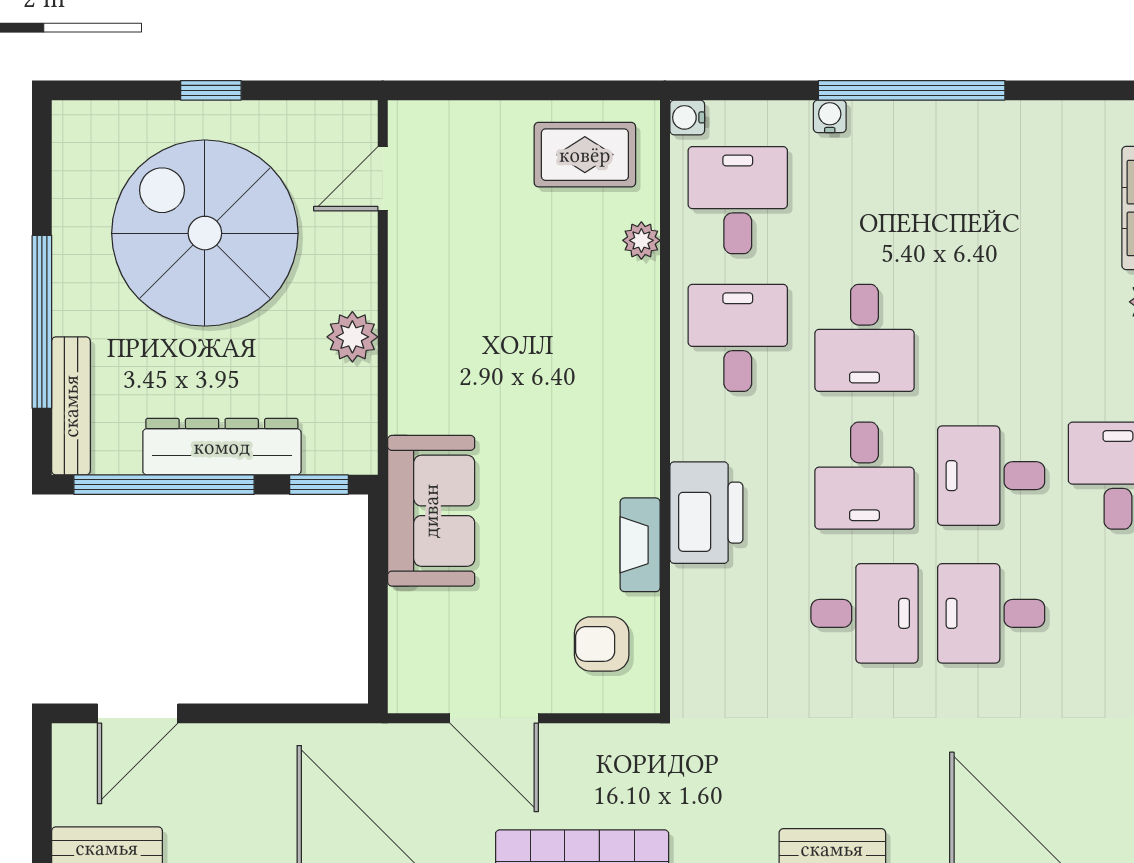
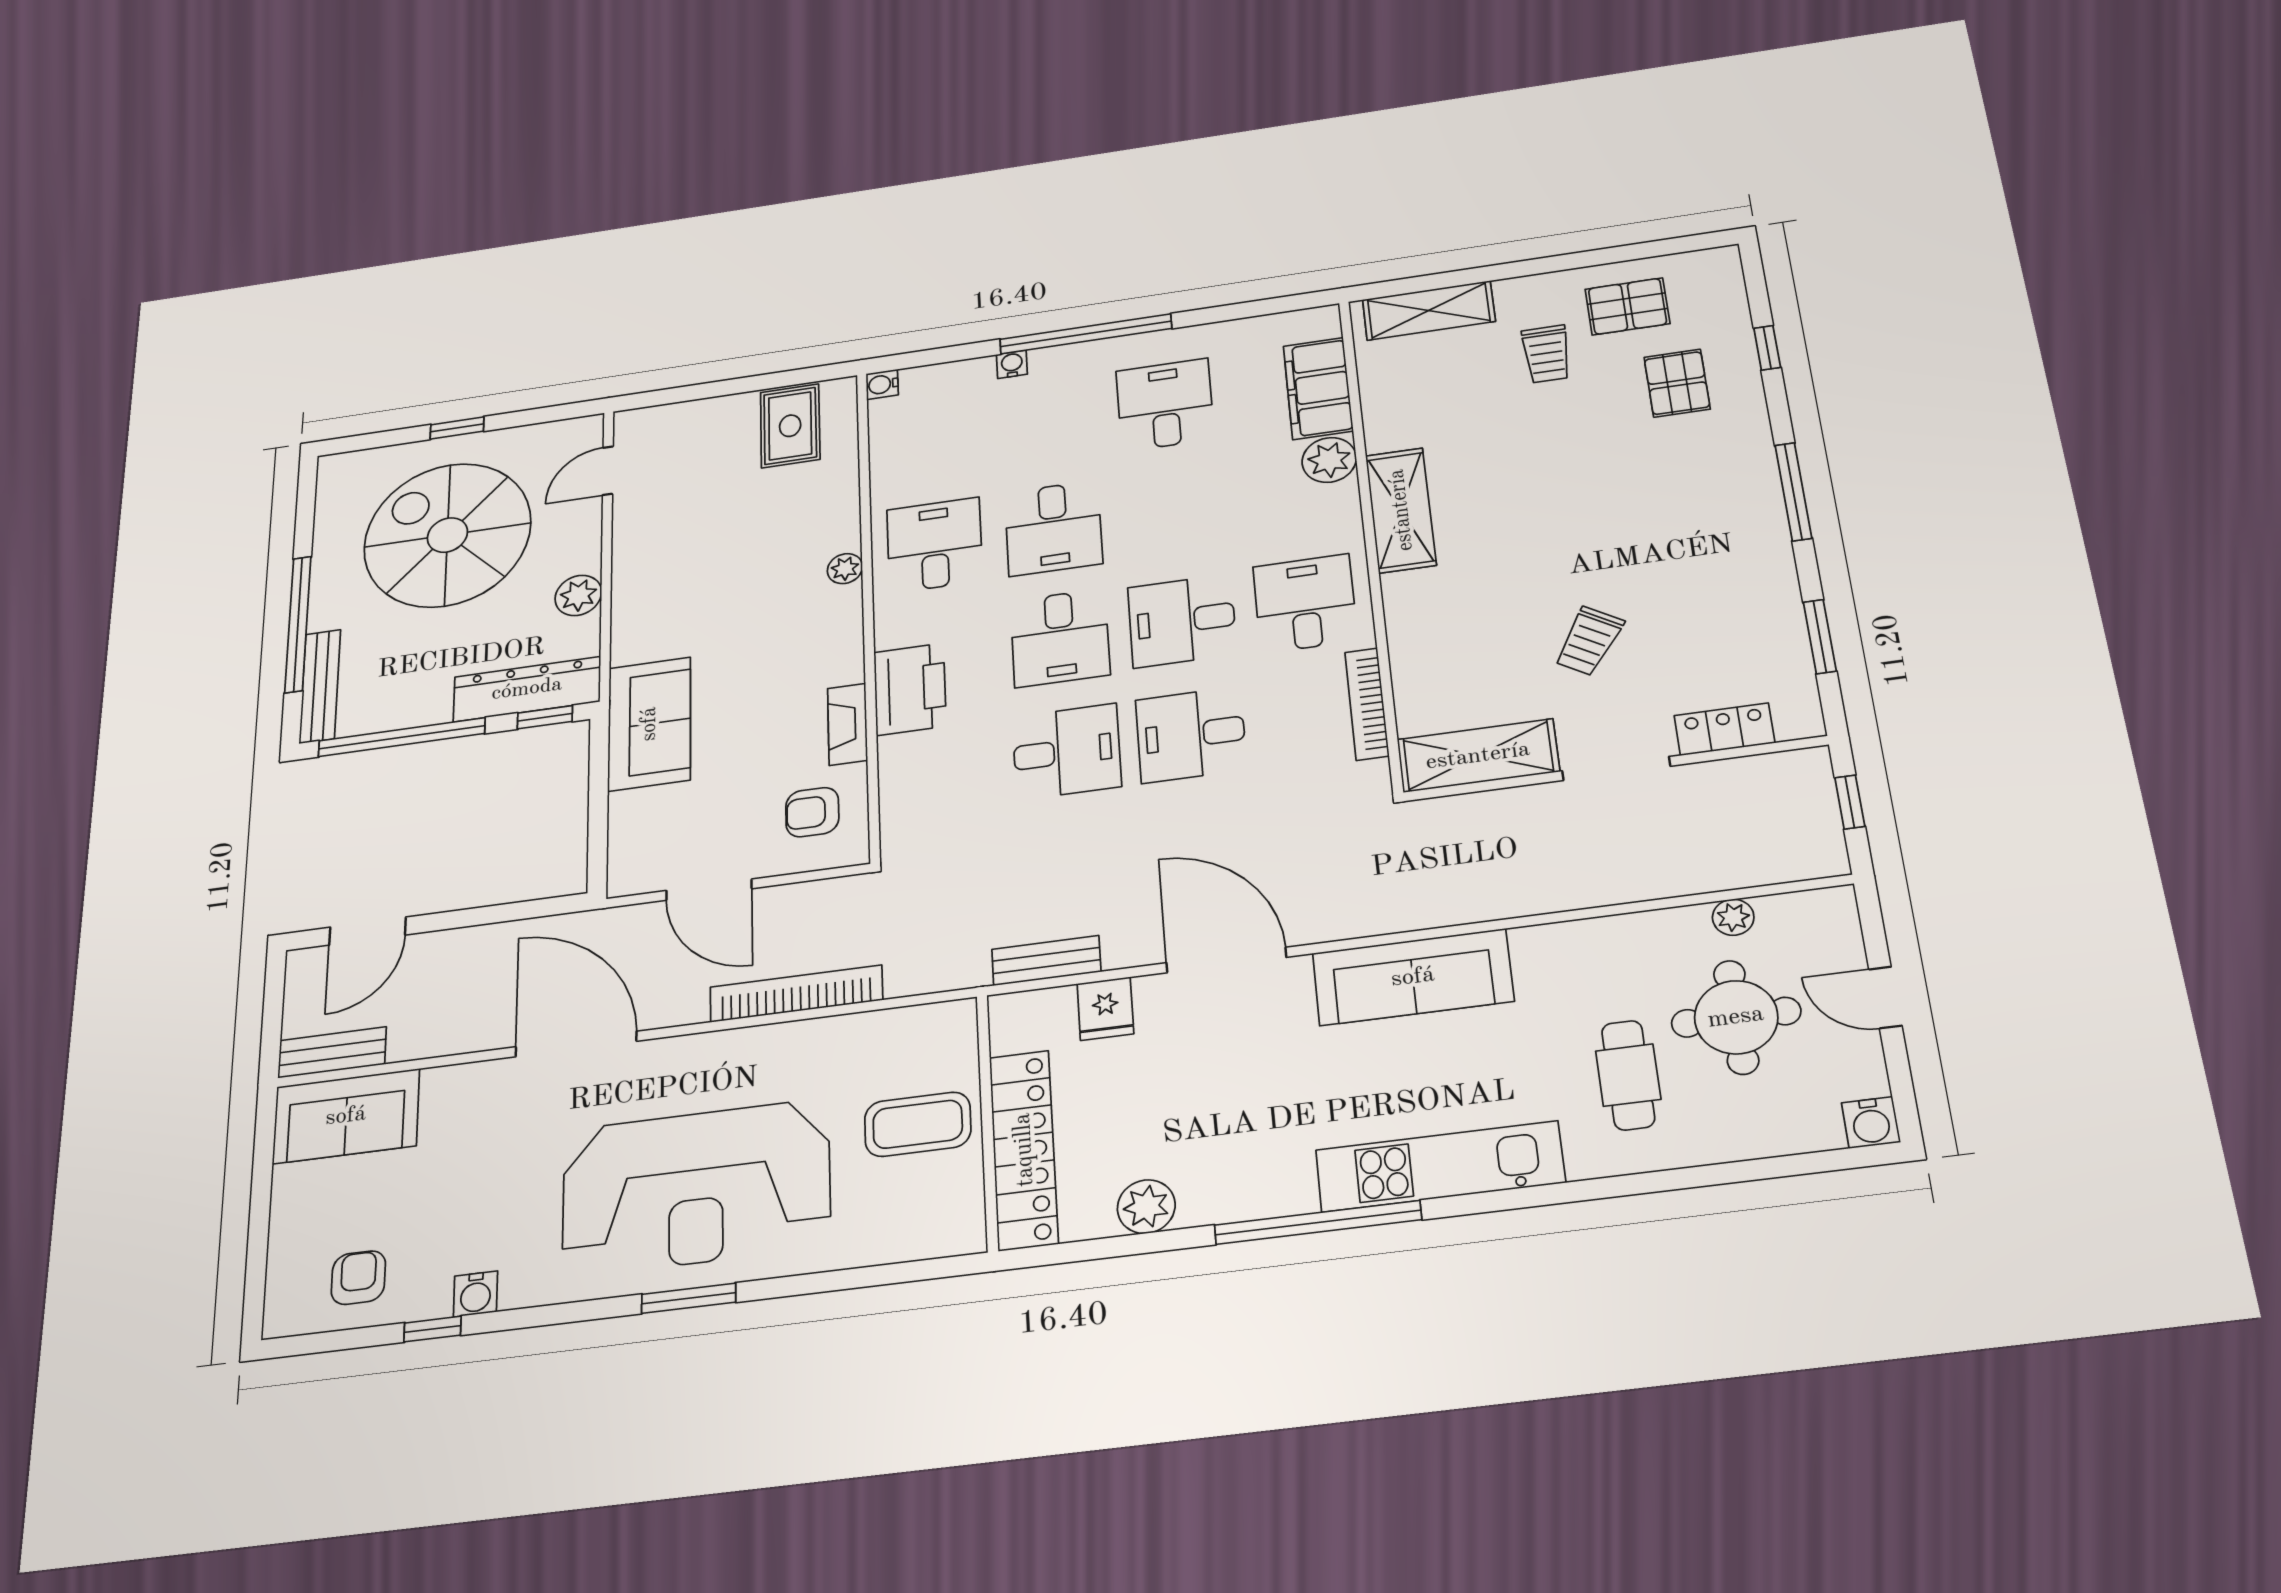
rug: (585, 155) -> (790, 426), turned 90
desk: (738, 200) -> (1165, 405), moved
plant: (641, 240) -> (845, 569), moved
dresser: (222, 447) -> (527, 689), moved

